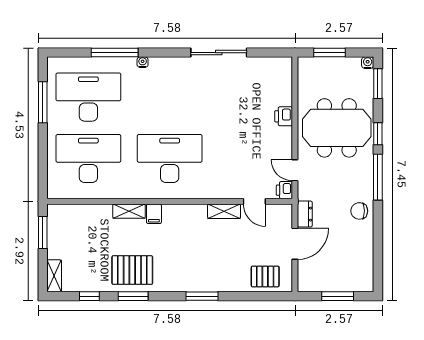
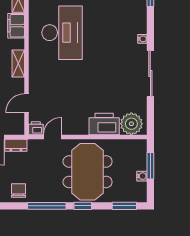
water cooler: (143, 62) -> (142, 39), moved
water cooler: (368, 63) -> (142, 176), moved
plant: (279, 75) -> (131, 124), added
printer: (284, 116) -> (104, 124), width x1.87, depth x1.48
shelving: (224, 211) -> (18, 64), moved
filing cabinet: (154, 214) -> (16, 26), width x2.00

